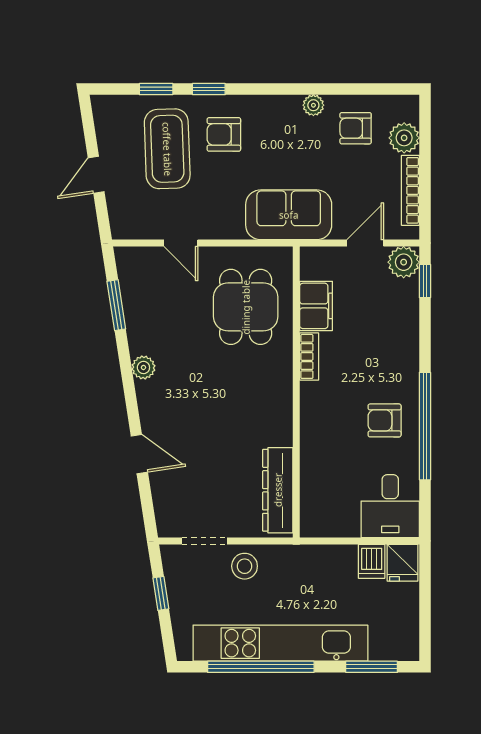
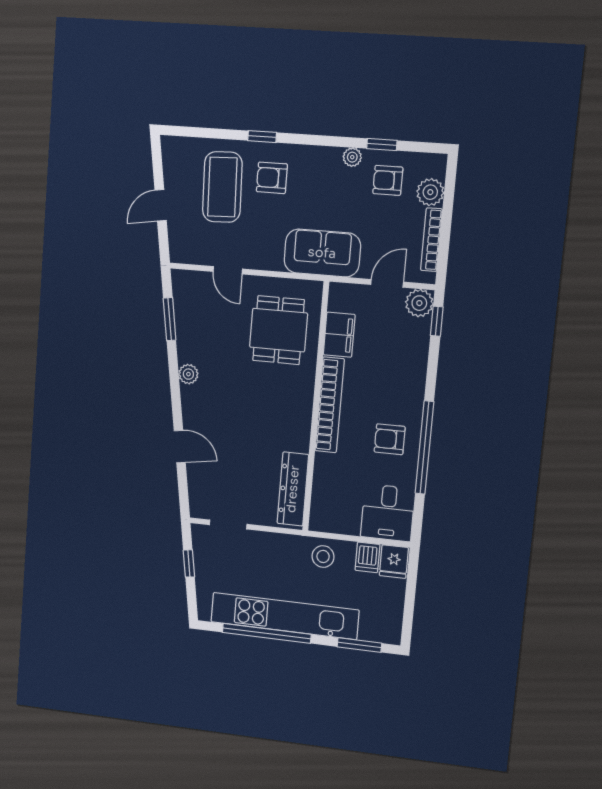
window: (156, 89) -> (382, 144), moved
bookcase: (309, 356) -> (330, 405), width x2.31, depth x1.31
stool: (245, 566) -> (323, 556), moved

